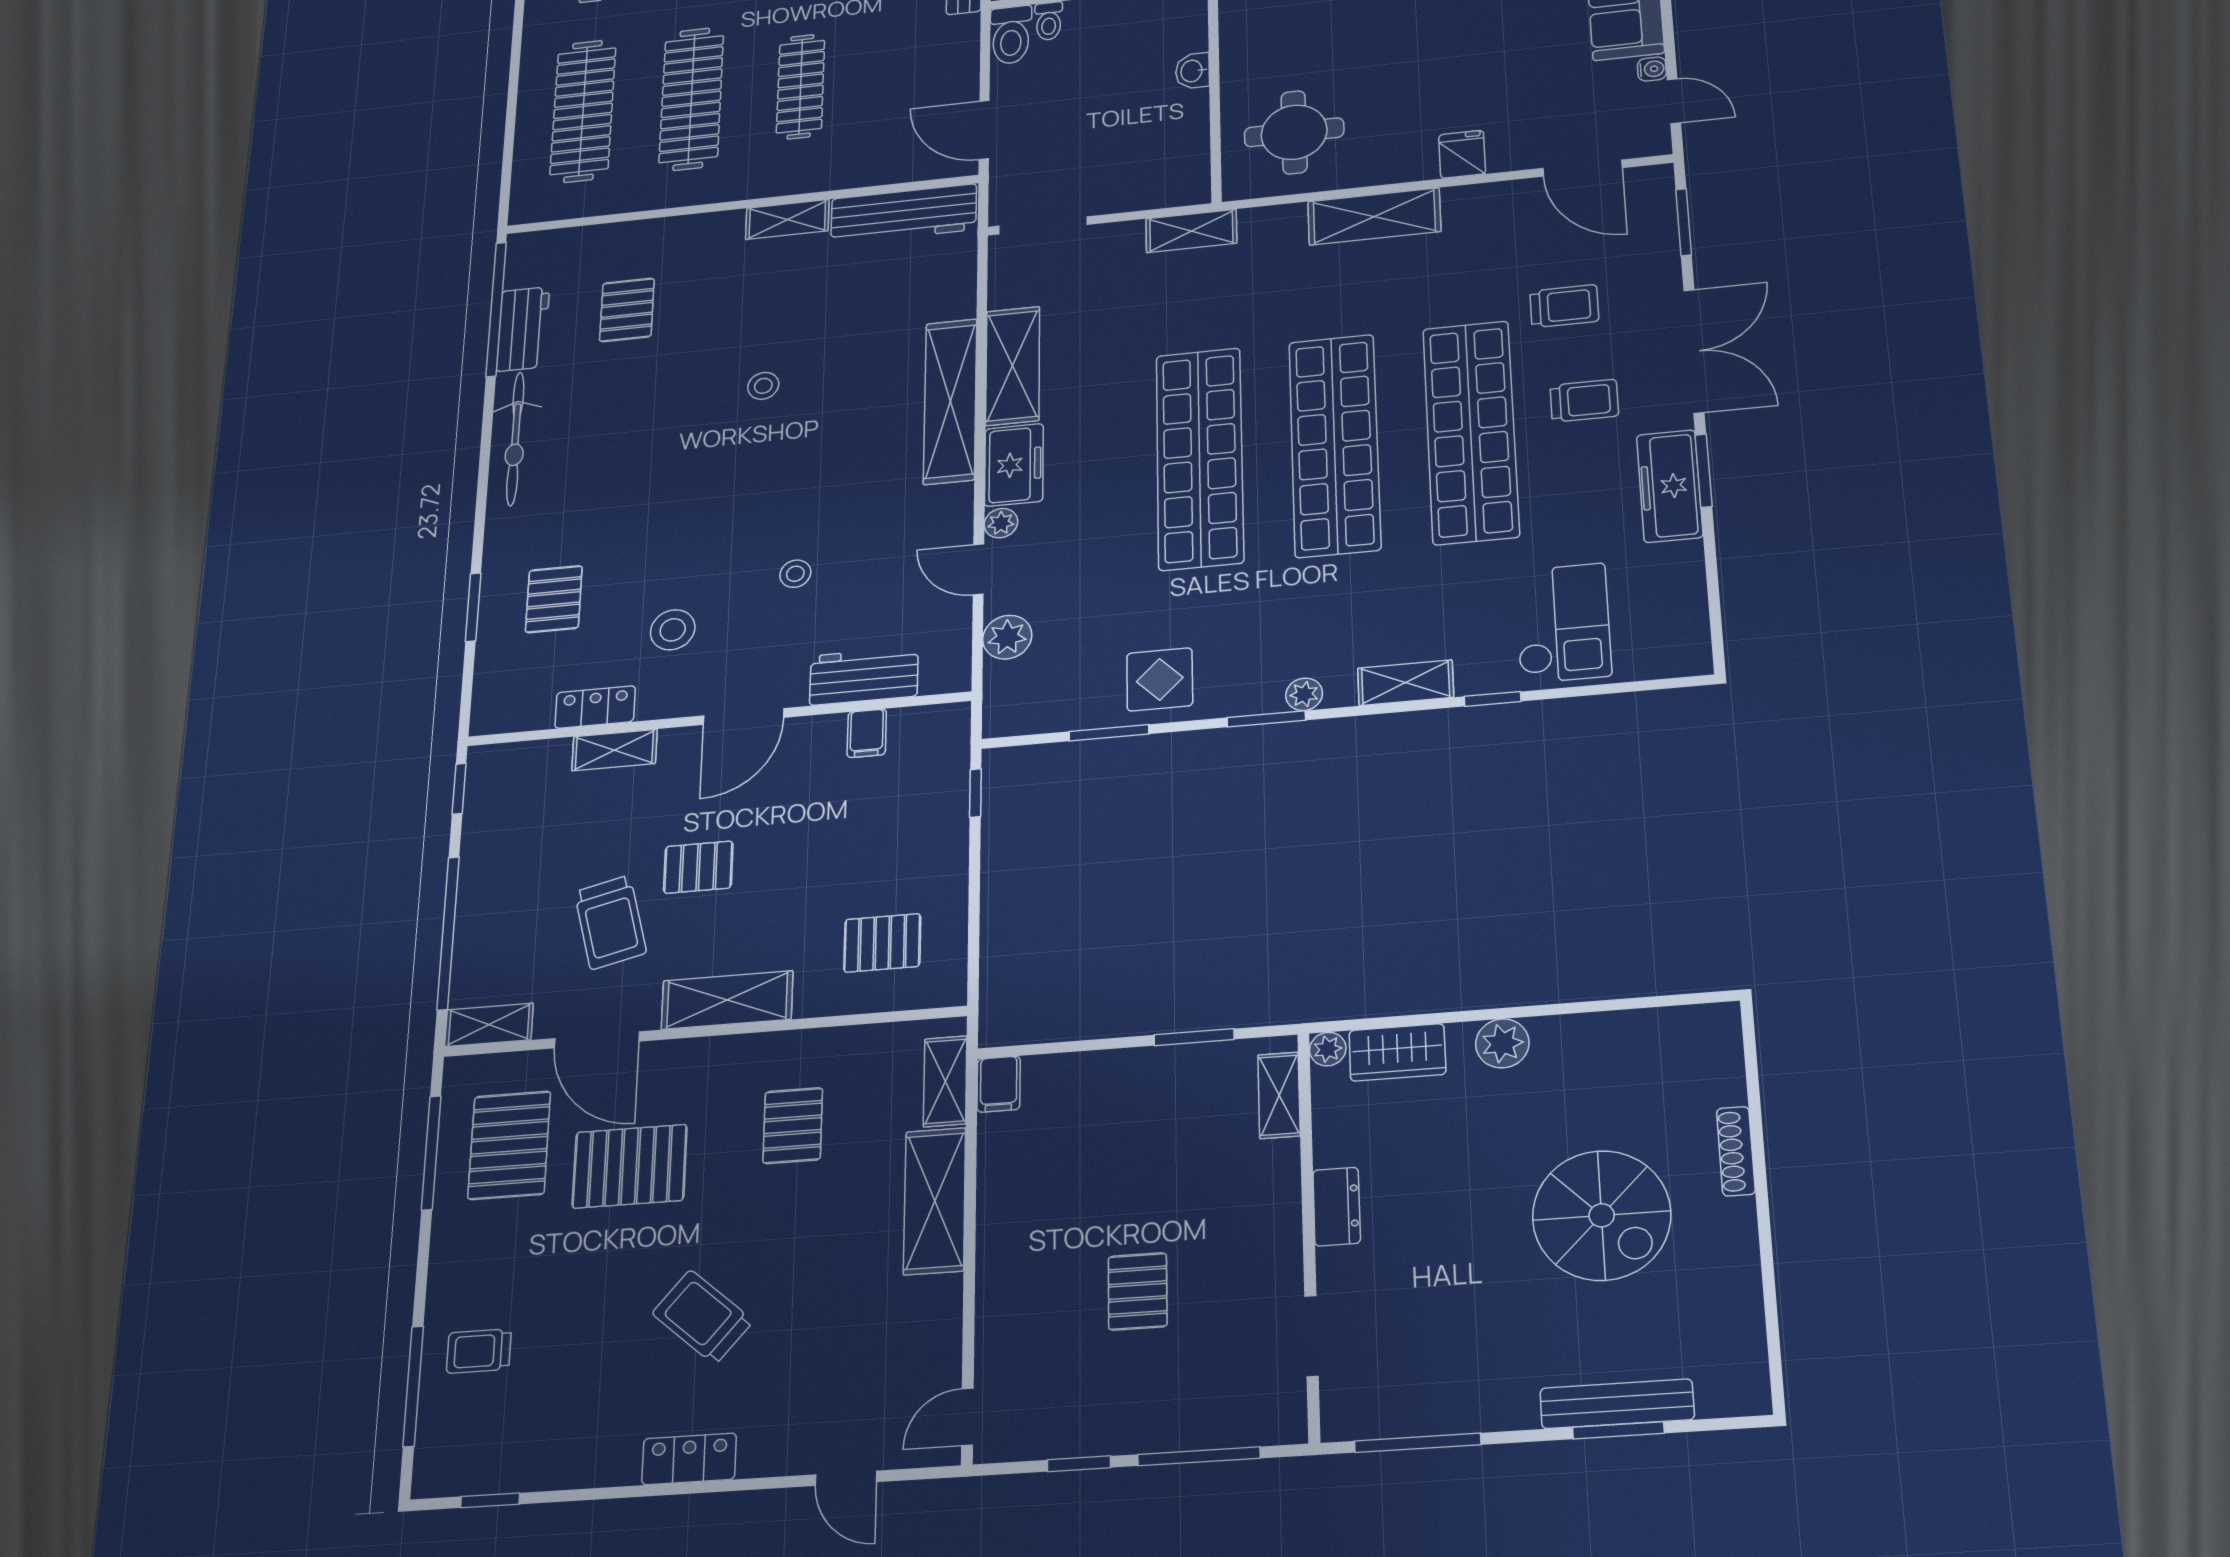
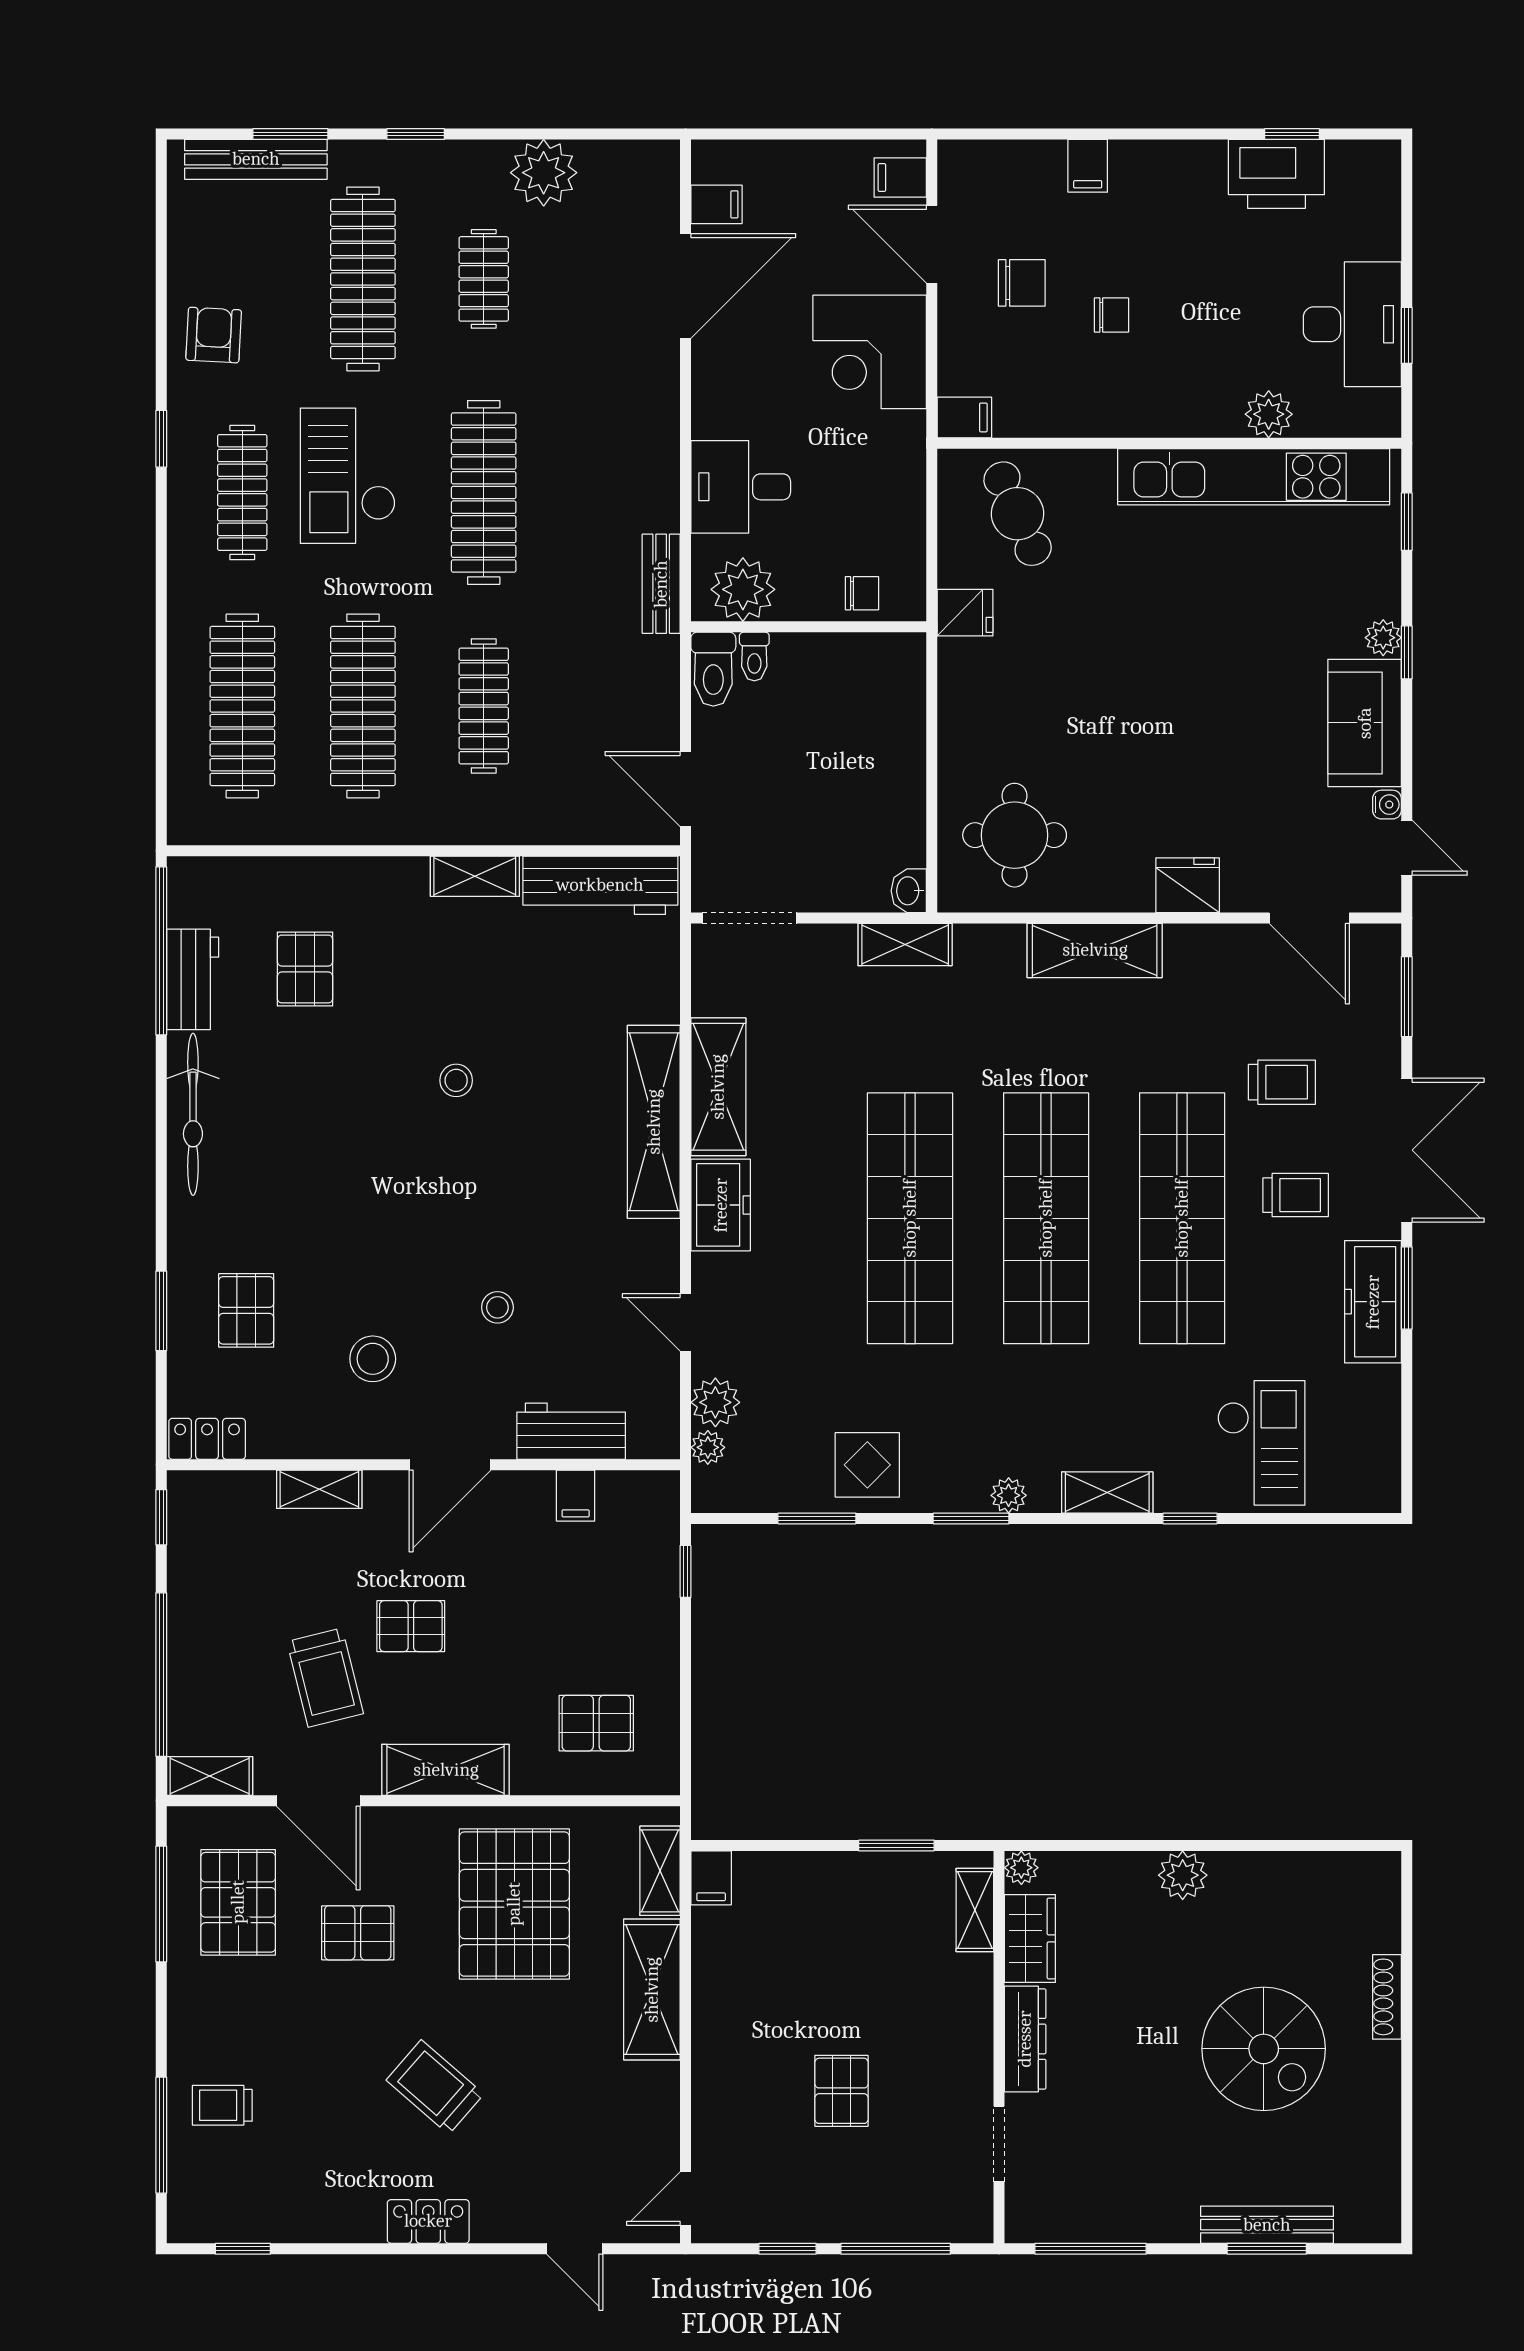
washbasin: (1192, 71) -> (909, 891), moved
fridge: (1462, 154) -> (1188, 885), width x1.38
plant: (1001, 523) -> (708, 1447), moved
locker: (595, 707) -> (207, 1439), moved
wardrobe: (1397, 1052) -> (1030, 1938), moved, turned -90
pallet: (793, 1126) -> (514, 1904), width x2.05, depth x2.00
pallet: (630, 1166) -> (358, 1933), width x0.67, depth x0.71
dresser: (1337, 1207) -> (1025, 2039), width x1.44

